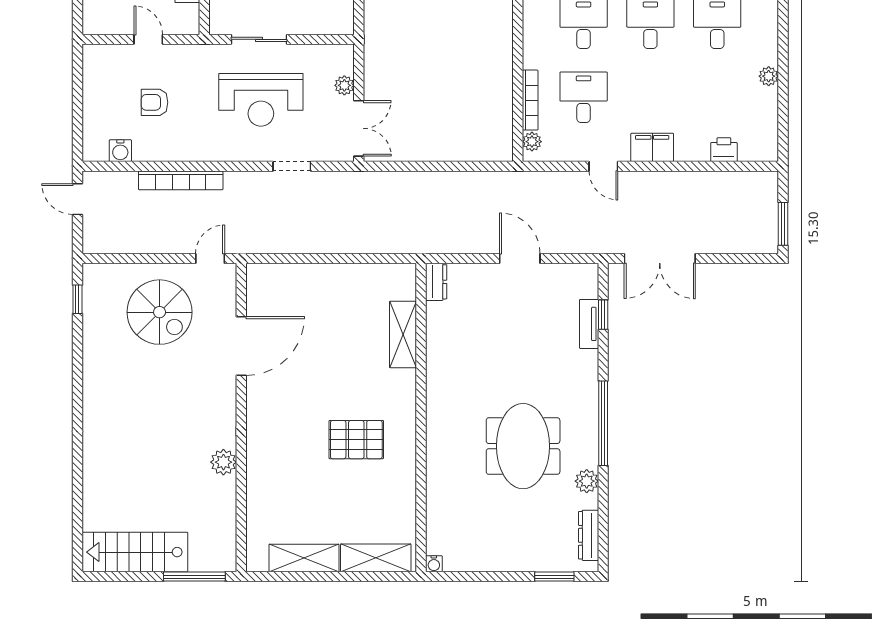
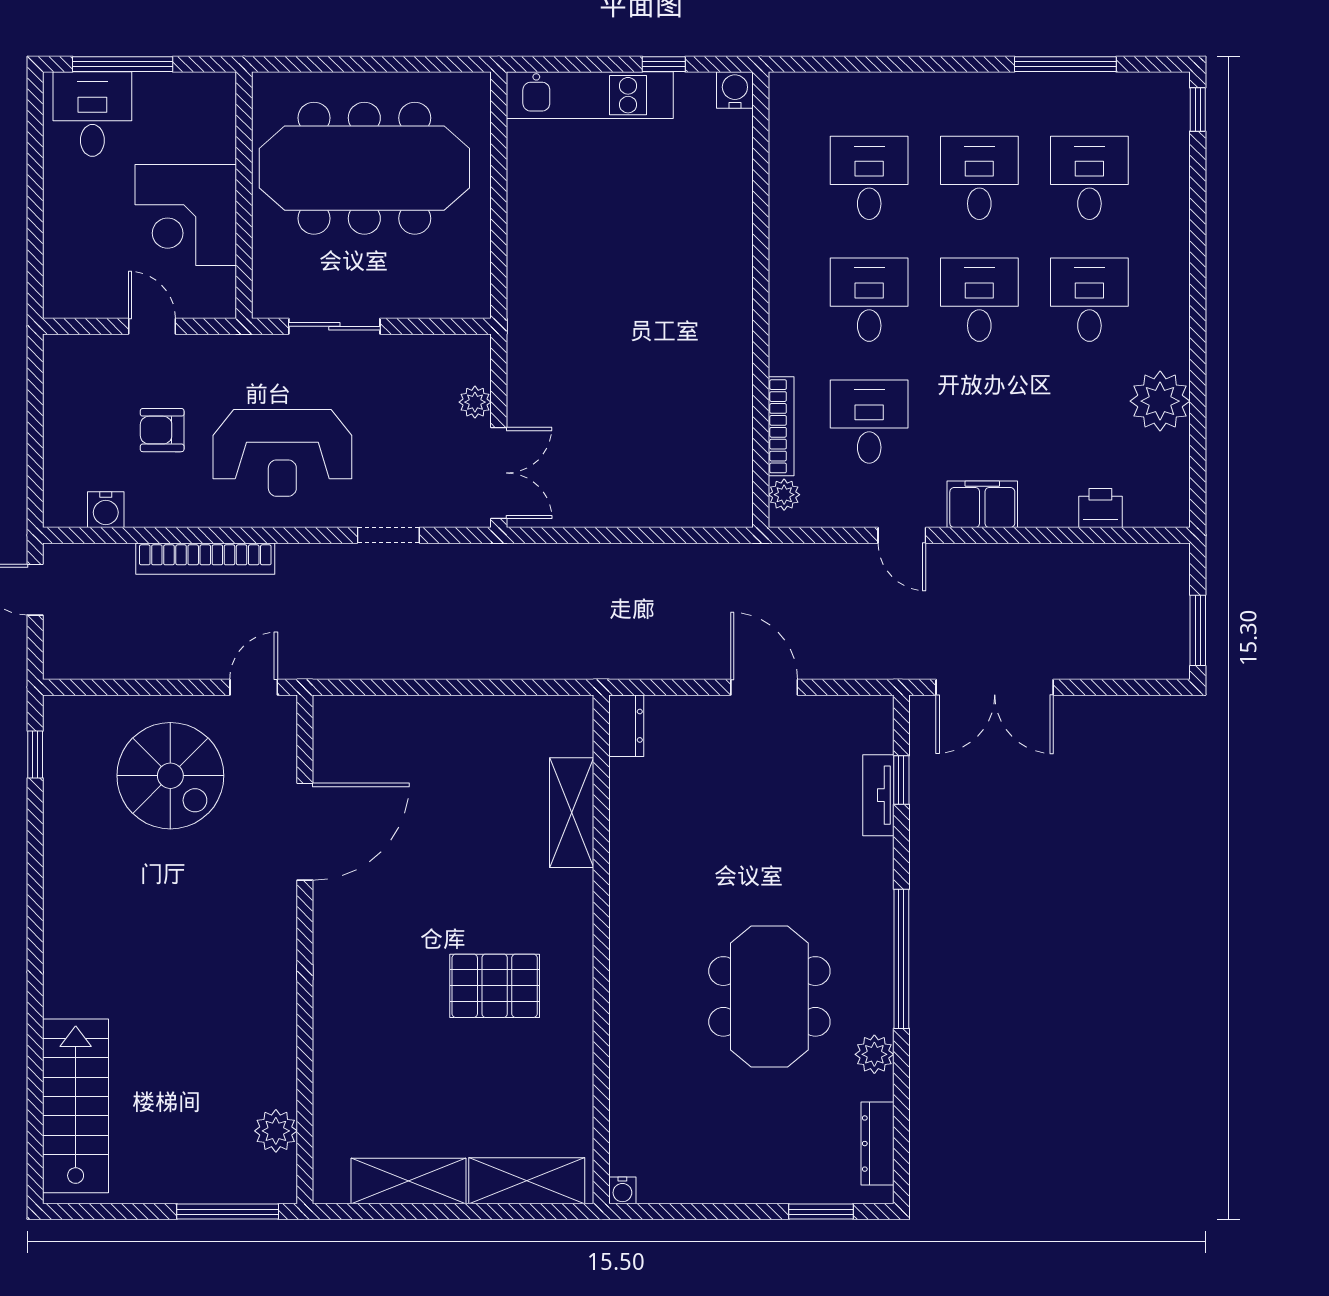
plant: (769, 76) -> (1160, 401), width x1.88, depth x1.88
reception desk: (261, 100) -> (282, 453), moved
plant: (223, 462) -> (276, 1131), moved
stairs: (135, 552) -> (76, 1106), moved, turned 90

